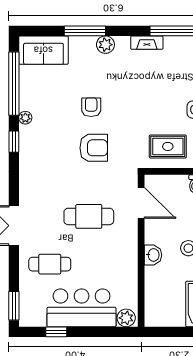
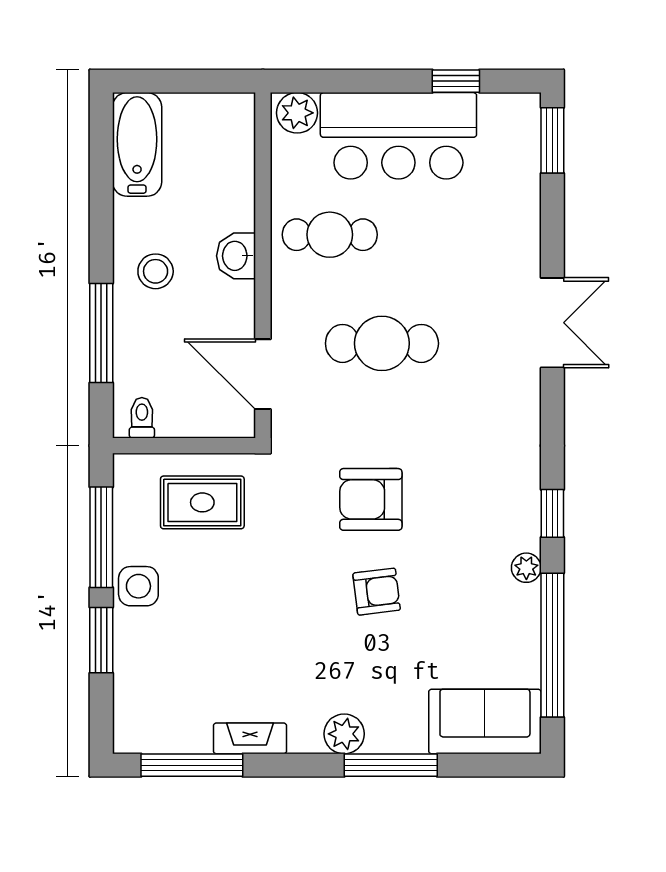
armchair: (91, 107) -> (377, 592), turned -97
cafe table: (50, 264) -> (330, 235), moved

